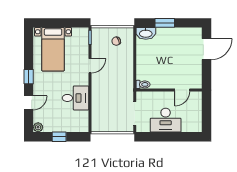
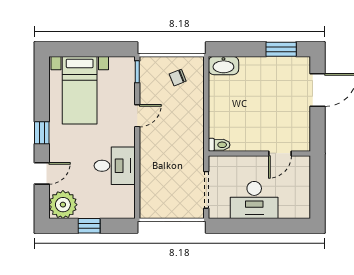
window: (165, 23) -> (281, 49), moved
plant: (38, 127) -> (63, 205), width x1.88, depth x1.88

